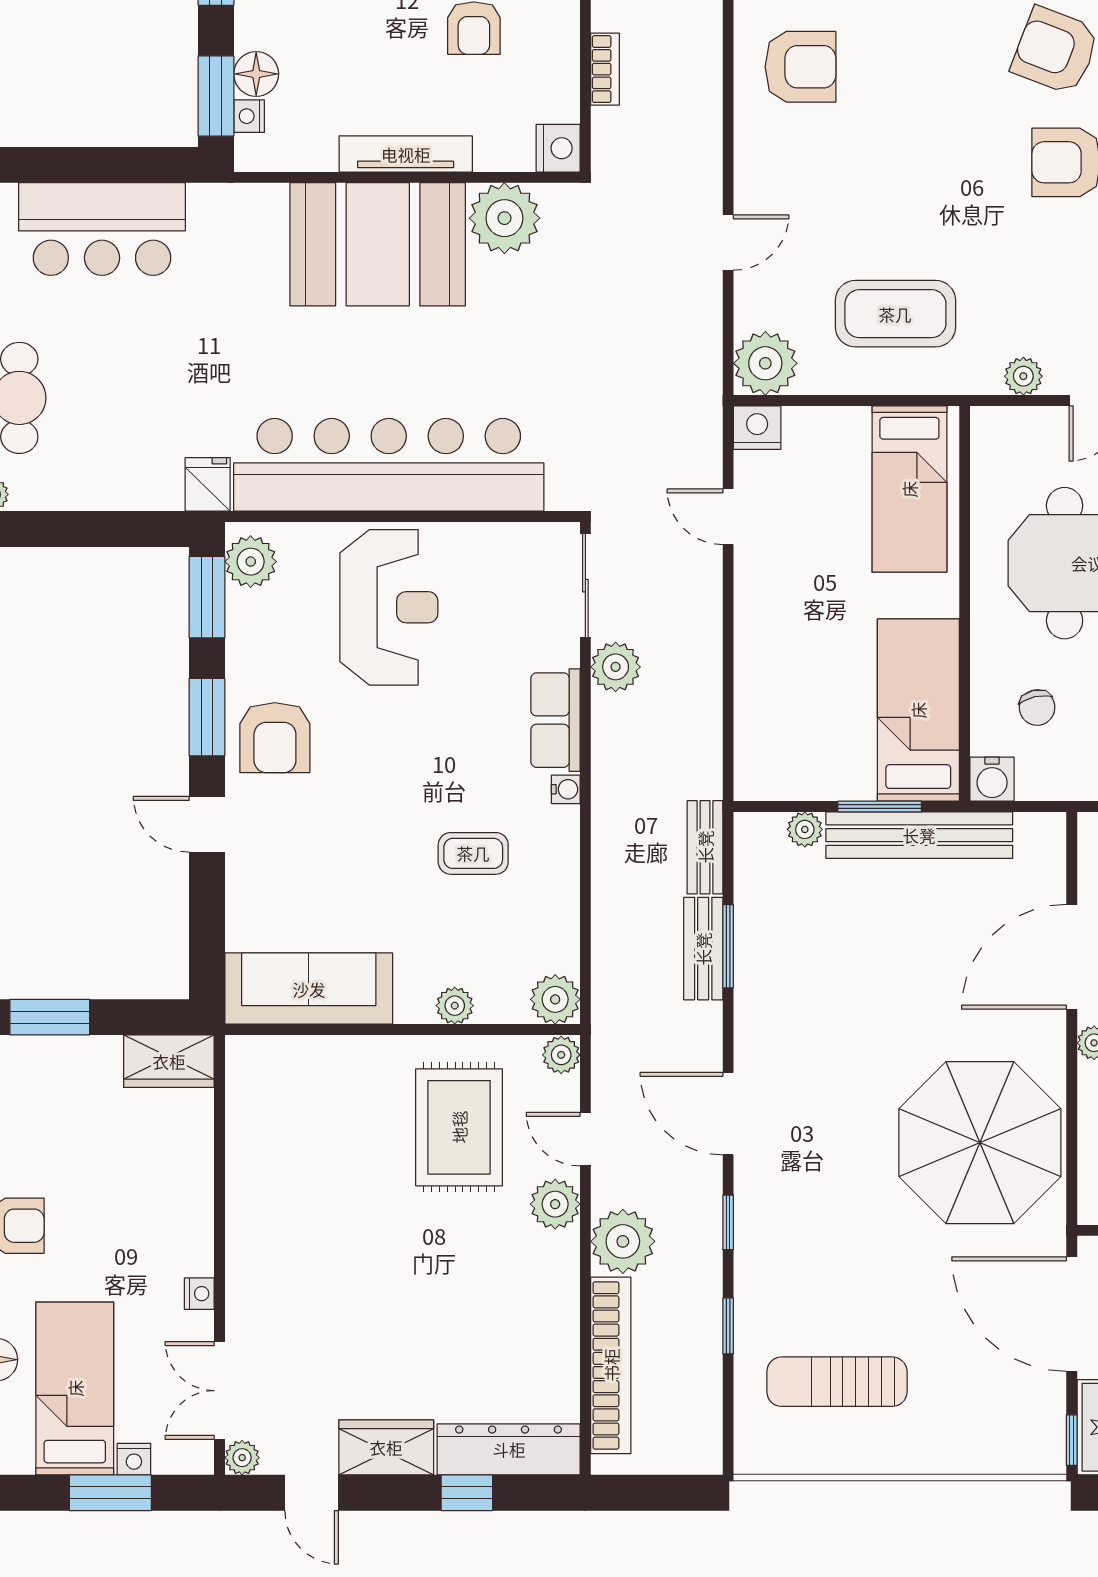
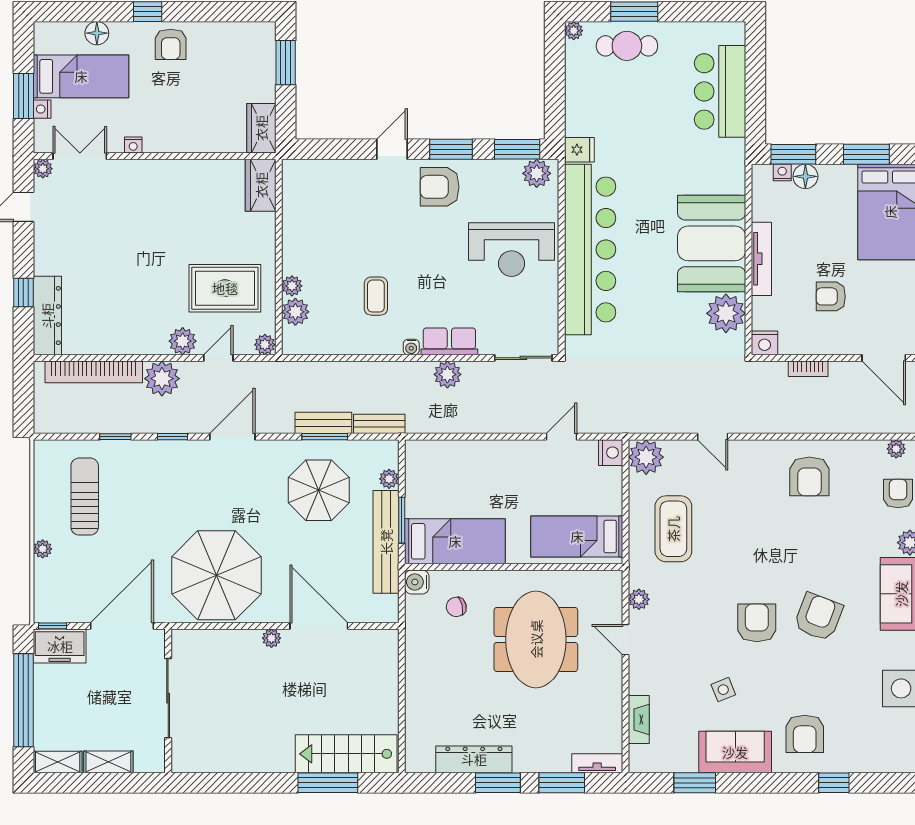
plant: (616, 667) -> (447, 374), moved
parasol: (825, 957) -> (319, 490), added
sofa: (309, 989) -> (301, 205), removed
plant: (555, 999) -> (295, 312), moved
wardrobe: (386, 1447) -> (261, 185), moved, turned 180
plant: (932, 1458) -> (43, 549), added

